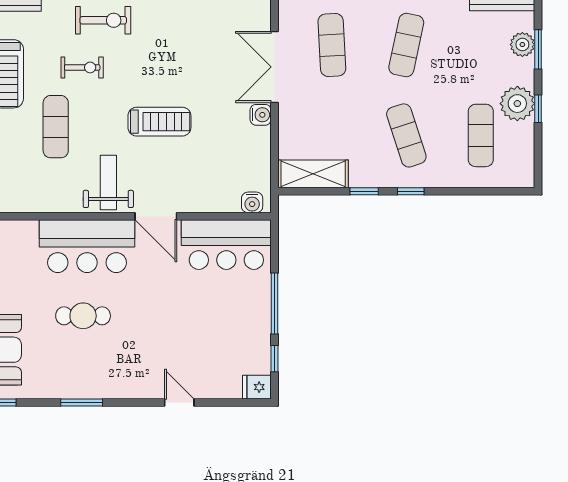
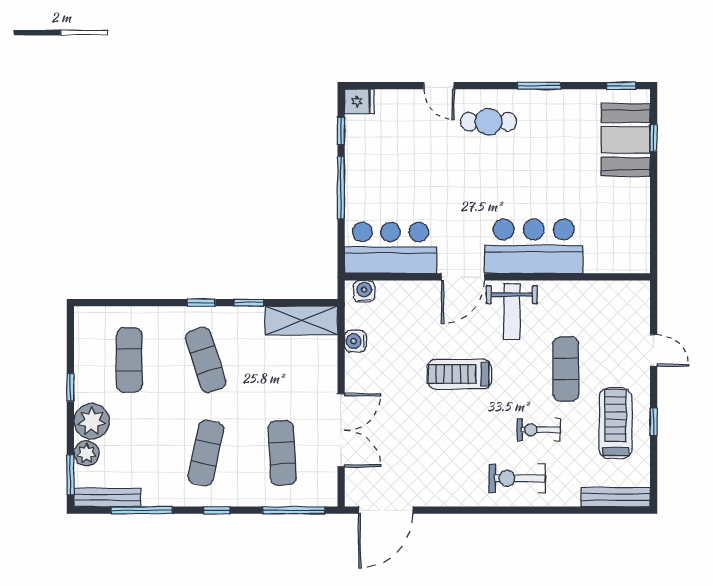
window: (538, 49) -> (70, 475), moved
plant: (517, 104) -> (92, 421), moved
water cooler: (261, 115) -> (355, 341), moved
door: (156, 216) -> (463, 277), swing flipped
cafe table: (83, 316) -> (489, 122), moved

